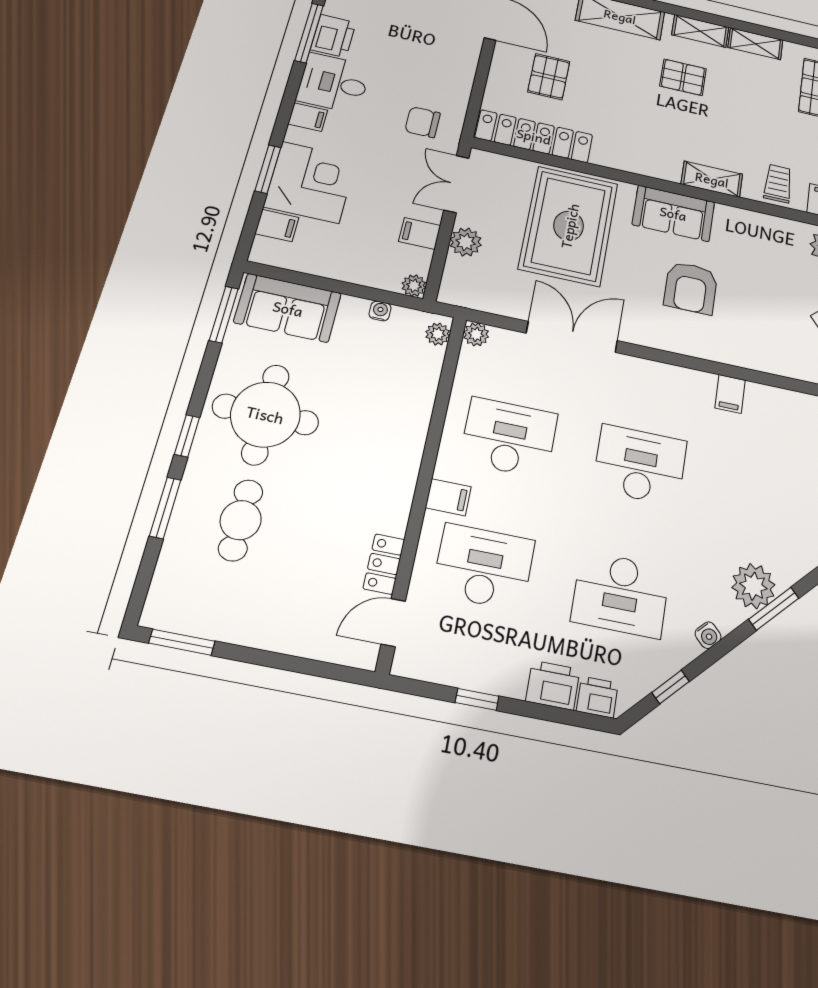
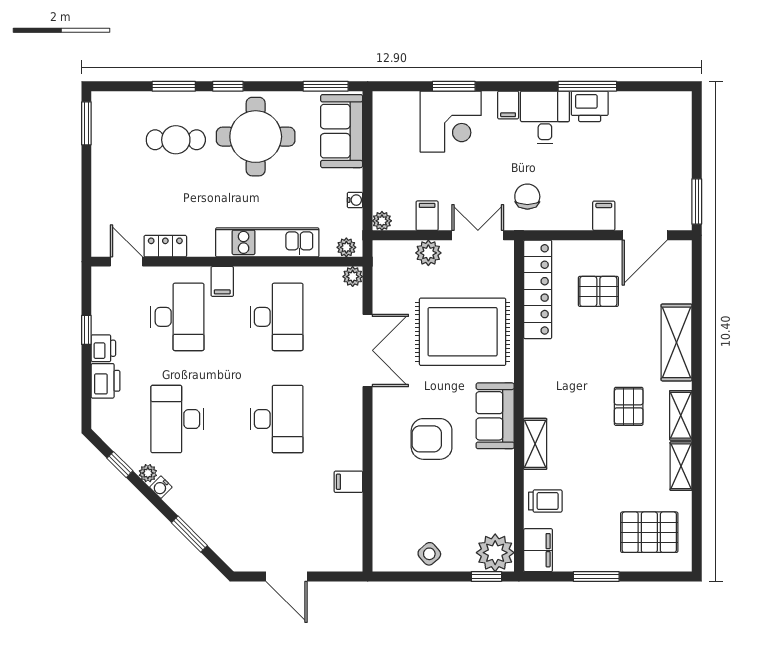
filing cabinet: (277, 226) -> (604, 216), moved, turned 180
kitchen unit: (409, 429) -> (267, 242), added
plant: (753, 586) -> (148, 473), moved, width x0.53, depth x0.53
printer: (597, 697) -> (103, 348), moved

